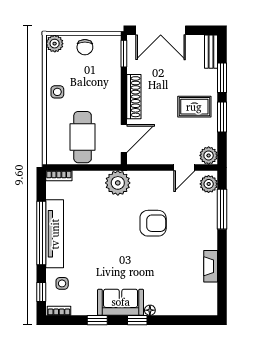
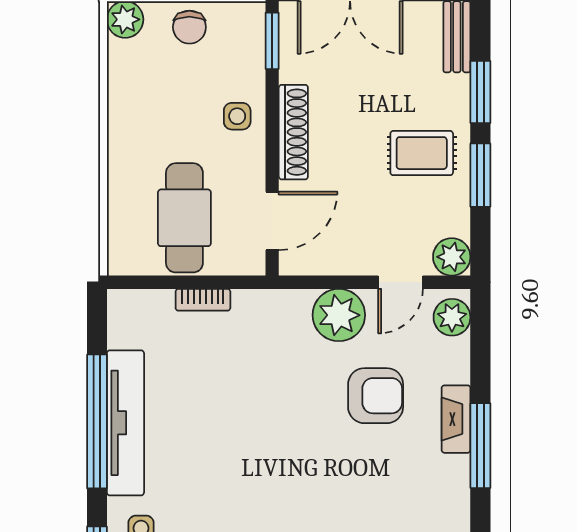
side table: (57, 92) -> (237, 116), moved
bookcase: (59, 176) -> (203, 300), moved
plant: (118, 183) -> (339, 315), moved
window: (222, 209) -> (480, 446), moved
armchair: (153, 223) -> (376, 396), moved
fireplace: (211, 266) -> (456, 419), moved

